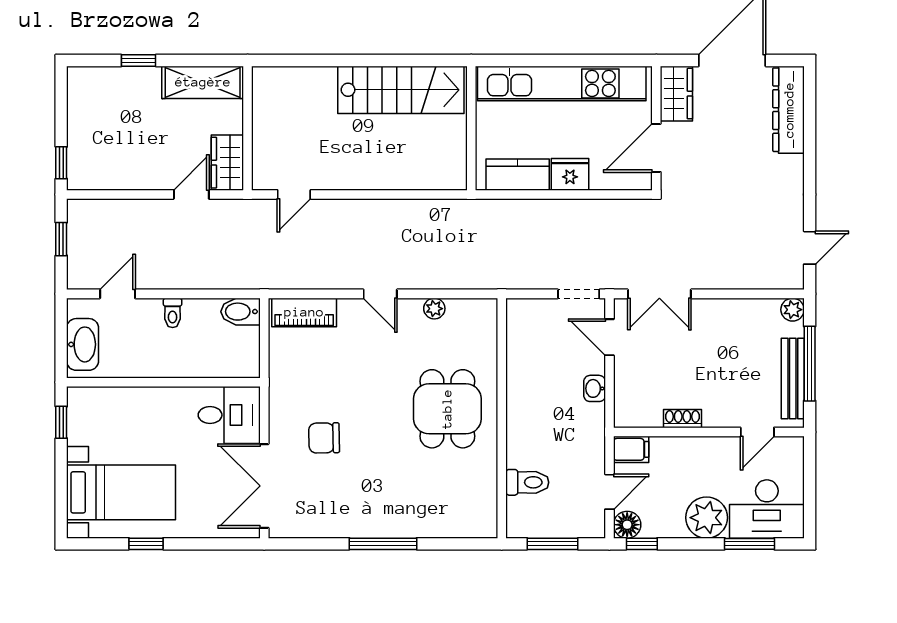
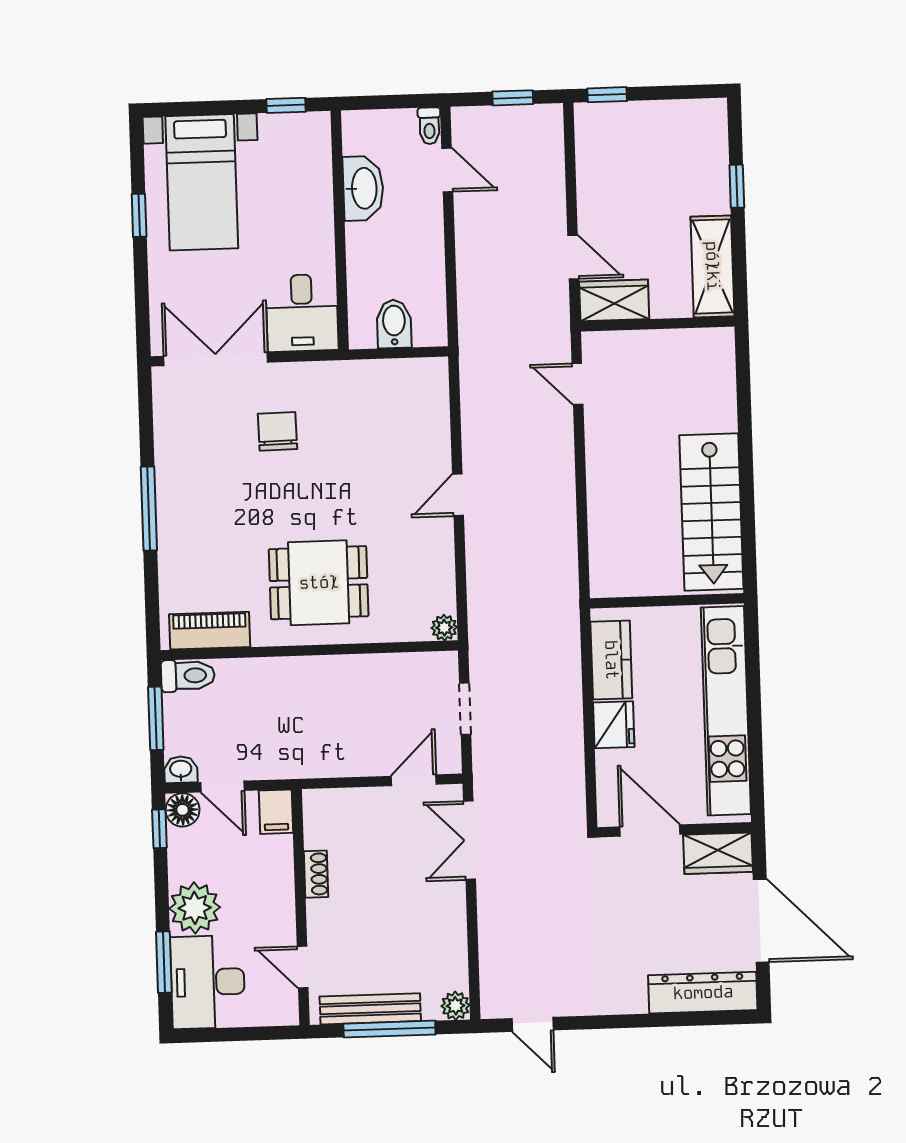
doorway: (579, 294) -> (465, 709), moved
plant: (434, 309) -> (444, 628), moved
bidet: (240, 312) -> (394, 324), moved
piano: (304, 312) -> (210, 631), moved, turned 90
toilet: (173, 313) -> (429, 126), moved, turned -90
washbasin: (83, 344) -> (363, 188), moved, turned -90
washbasin: (595, 388) -> (181, 770), moved
toilet: (527, 482) -> (188, 676), moved, turned -90

